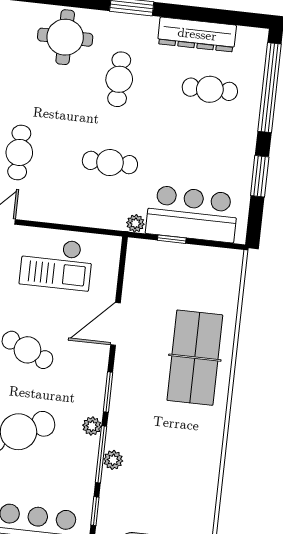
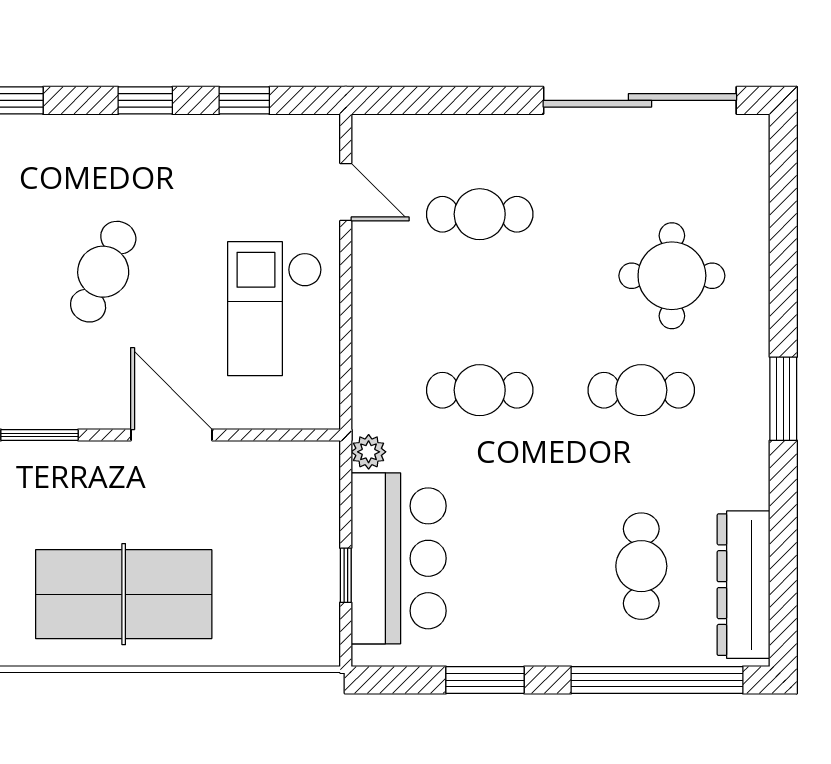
dresser: (197, 34) -> (744, 585), moved
round table: (65, 37) -> (672, 276), moved
cafe table: (110, 163) -> (480, 390), turned 90
window: (172, 239) -> (346, 575), moved

